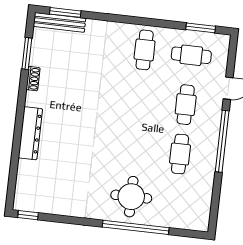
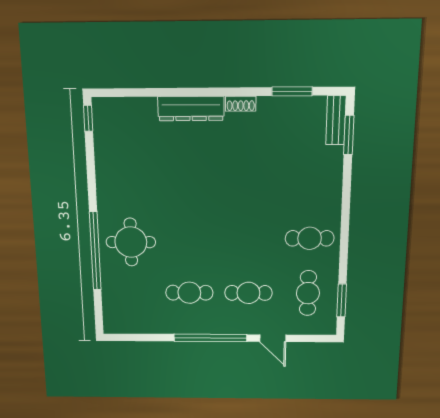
bench: (60, 22) -> (336, 120), width x0.73
shoe rack: (33, 79) -> (241, 104), moved

